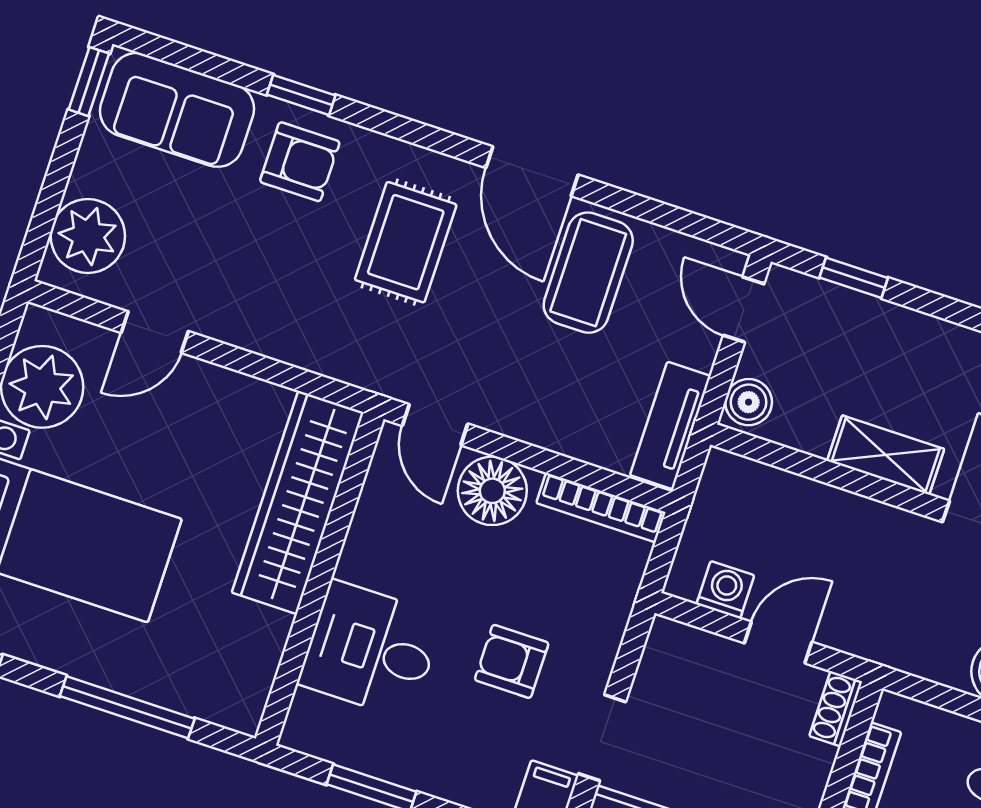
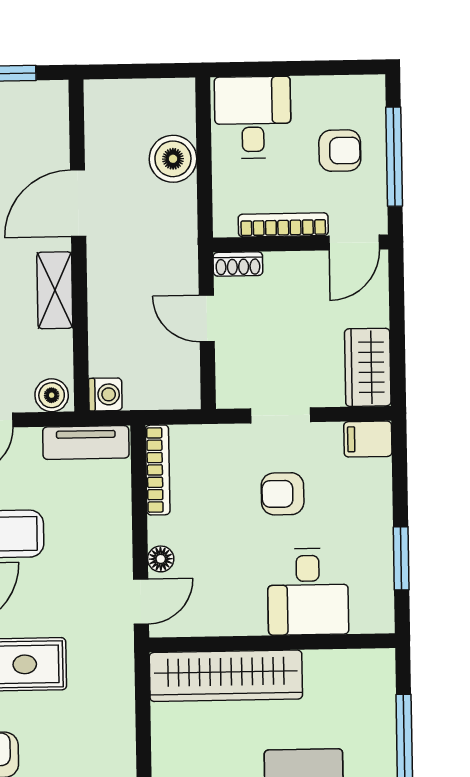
floor lamp: (492, 491) -> (161, 559), width x0.53, depth x0.53
washing machine: (725, 590) -> (105, 394), moved, turned 180
armchair: (512, 661) -> (283, 494), turned 90
doorway: (602, 738) -> (281, 415), moved

